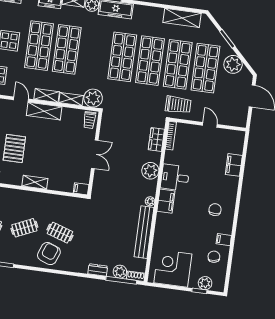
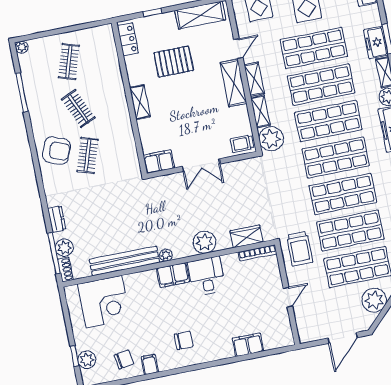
shop shelf: (94, 53) -> (328, 121), added
filing cabinet: (81, 189) -> (159, 162), width x2.00
corner desk: (173, 268) -> (104, 302), moved, turned 90

